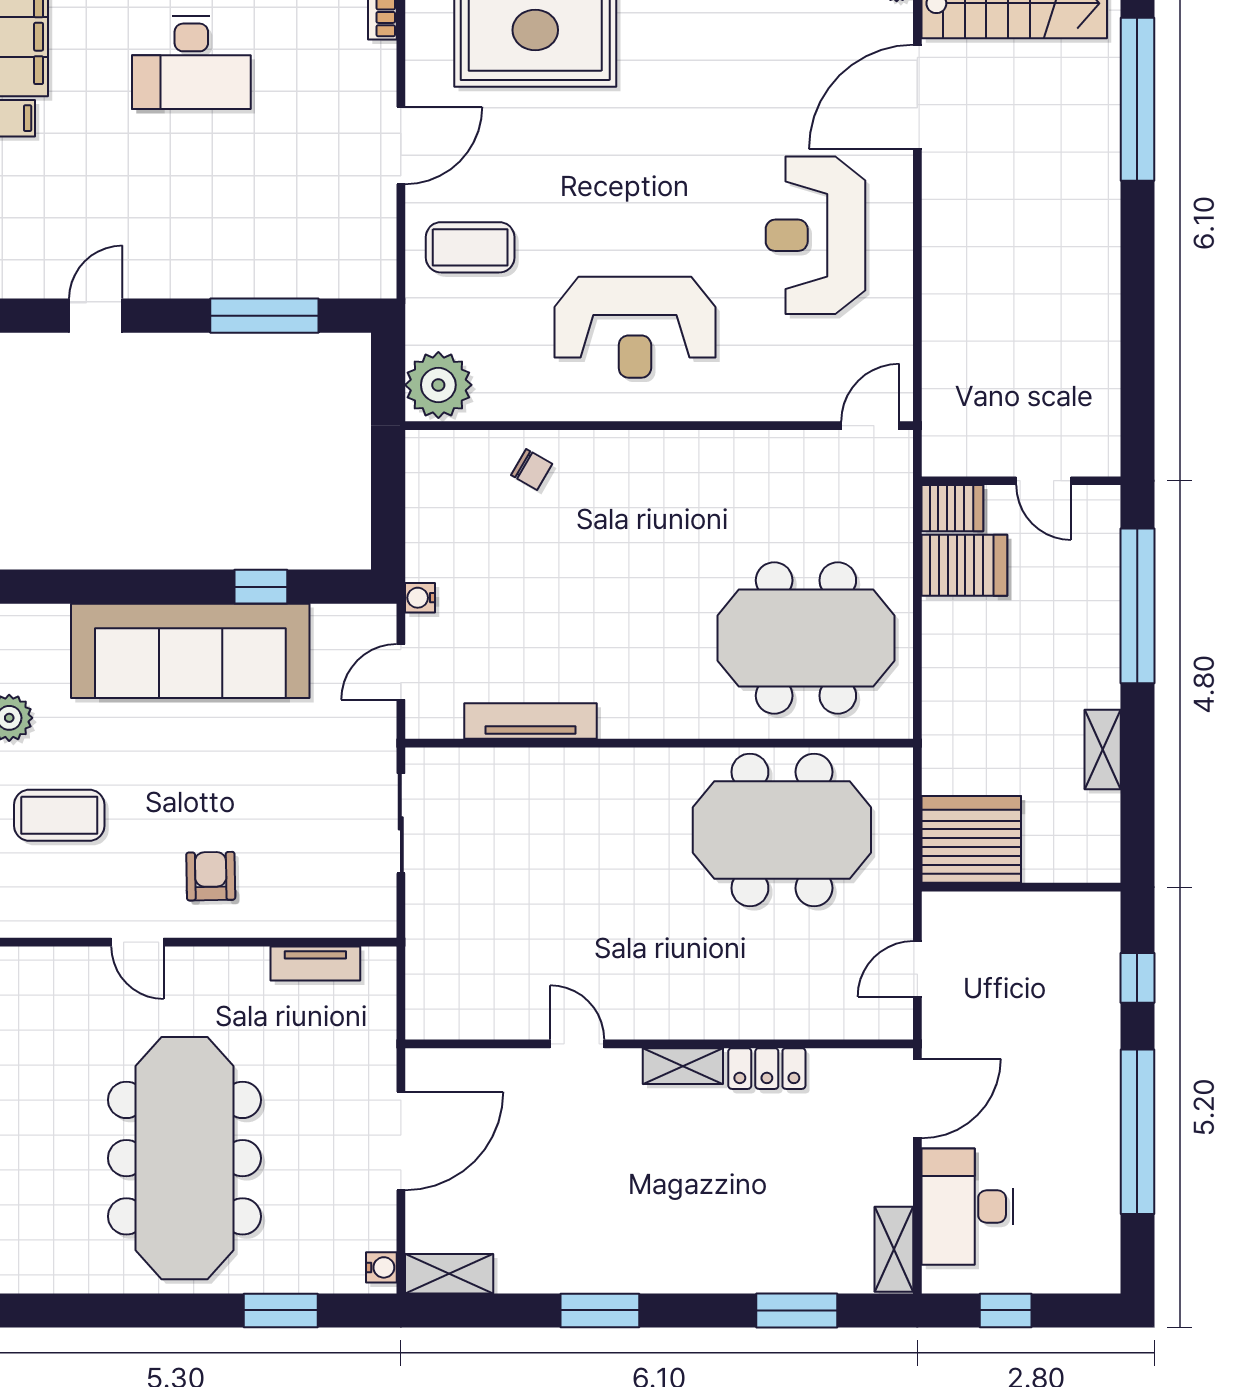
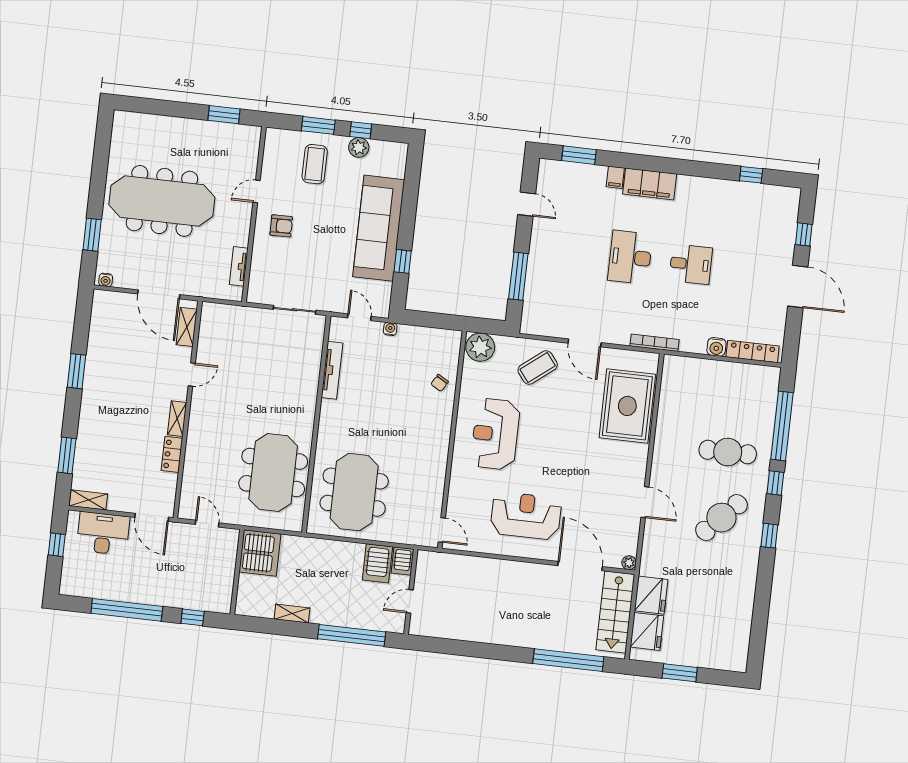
coffee table: (470, 247) -> (538, 367), turned 52
shelving: (449, 1274) -> (187, 327), moved

